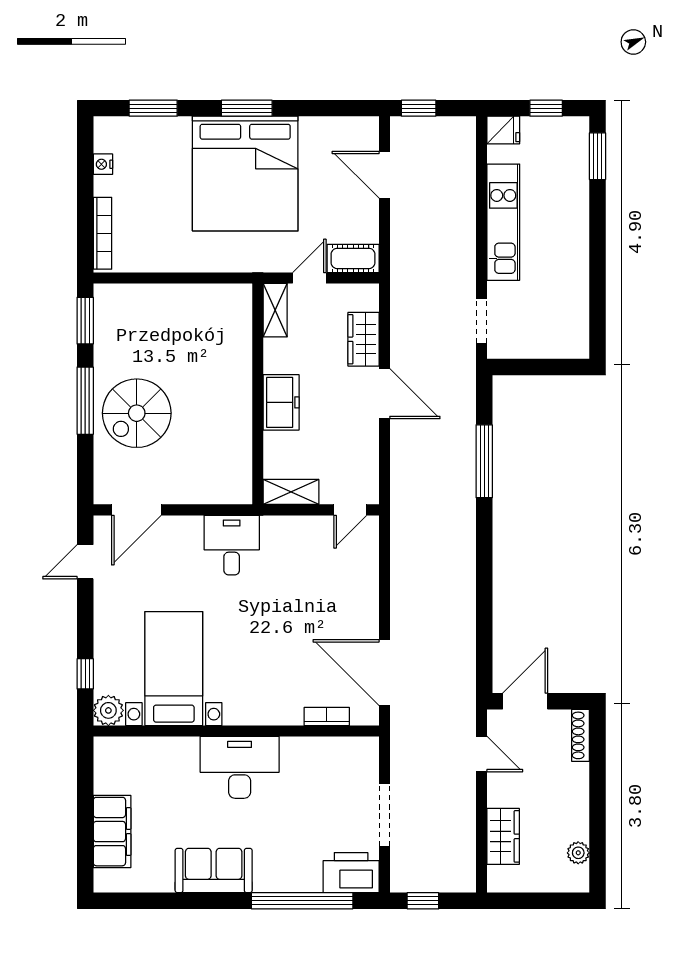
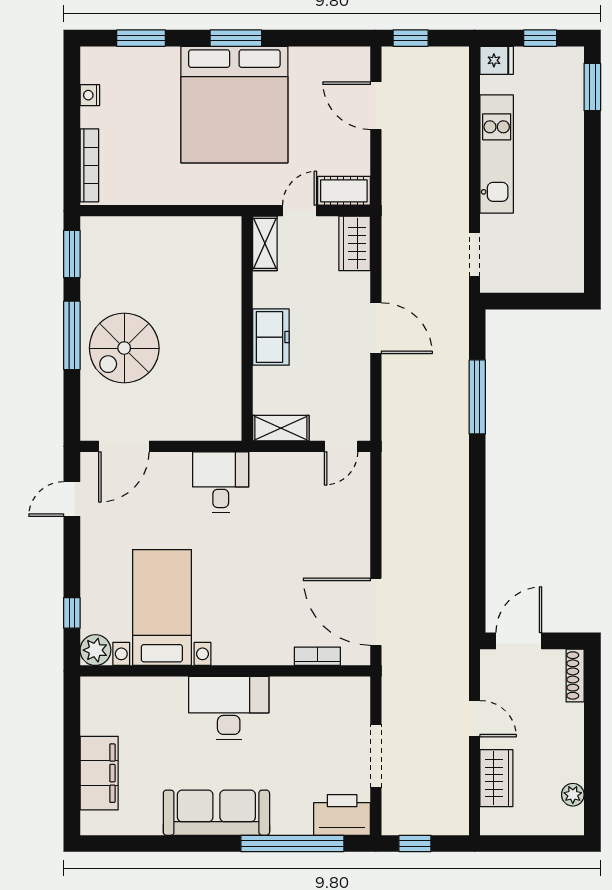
wardrobe: (364, 339) -> (355, 243), moved
door: (481, 754) -> (474, 719), moved
sofa: (214, 870) -> (216, 813), width x1.36

